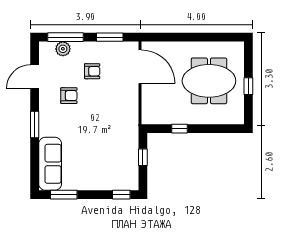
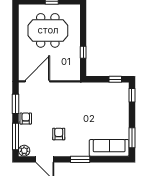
plant: (63, 49) -> (24, 151), moved
armchair: (92, 71) -> (26, 118), moved
meeting table: (209, 81) -> (48, 30), turned 90
window: (143, 157) -> (115, 79), moved

